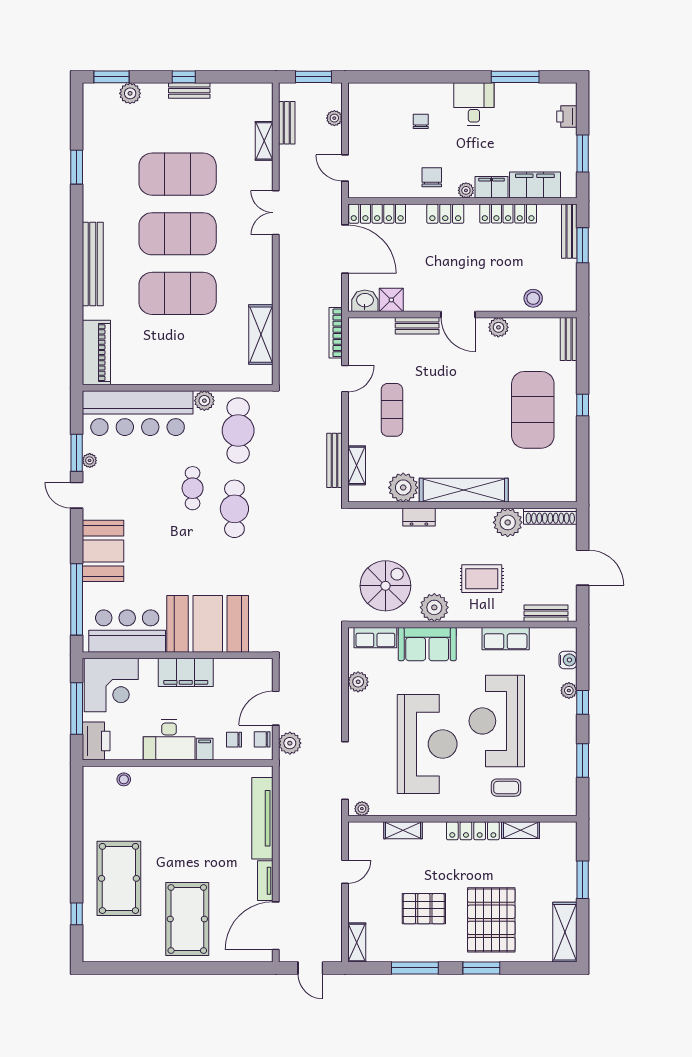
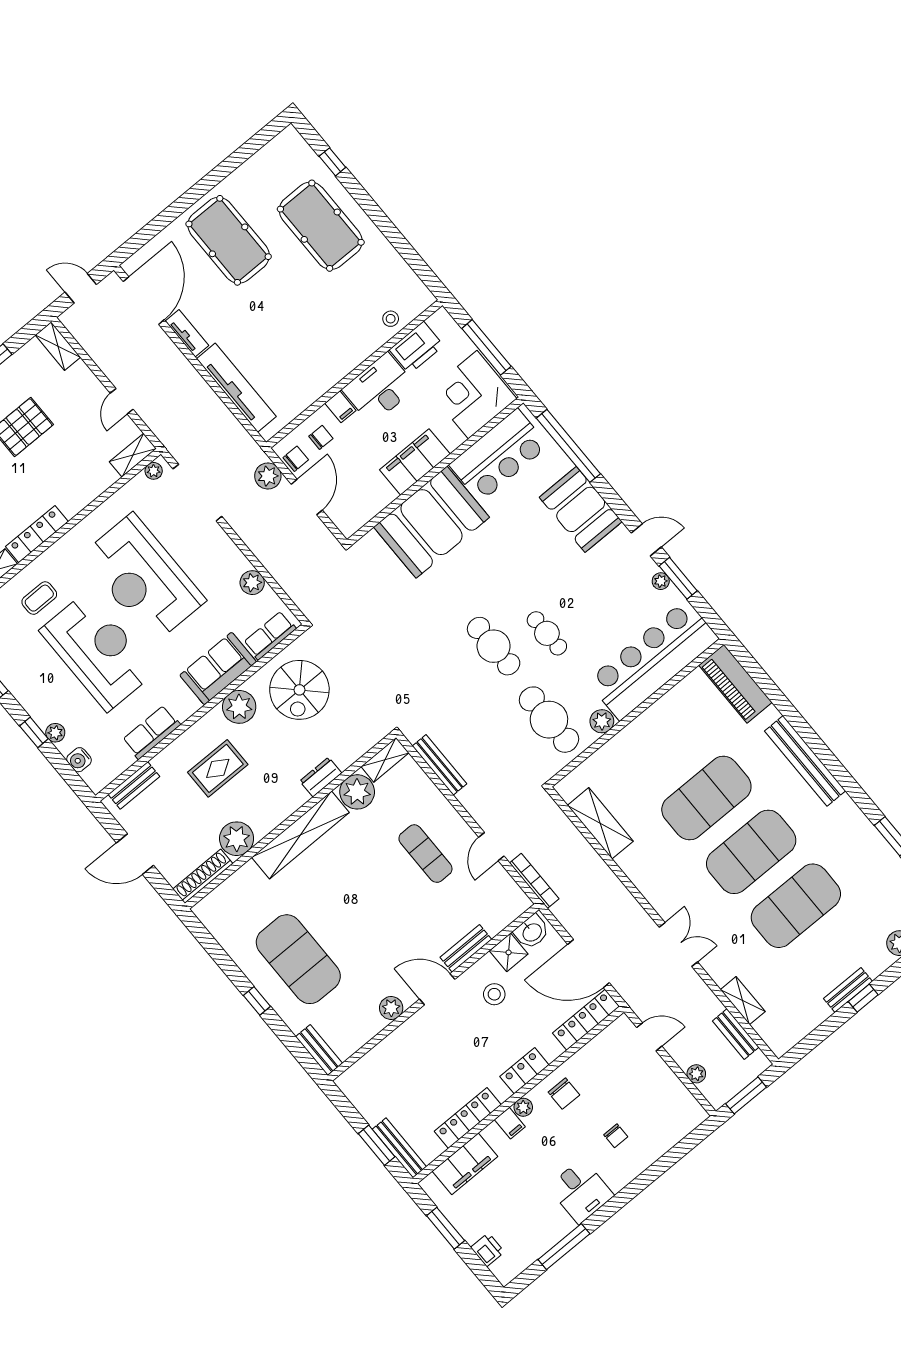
filing cabinet: (492, 187) -> (510, 1123), width x0.50
stool: (533, 298) -> (494, 994), moved
shelving: (357, 465) -> (385, 760), moved, turned 90
printer: (96, 741) -> (416, 348), moved, turned -90
shelving: (403, 830) -> (133, 455), moved

